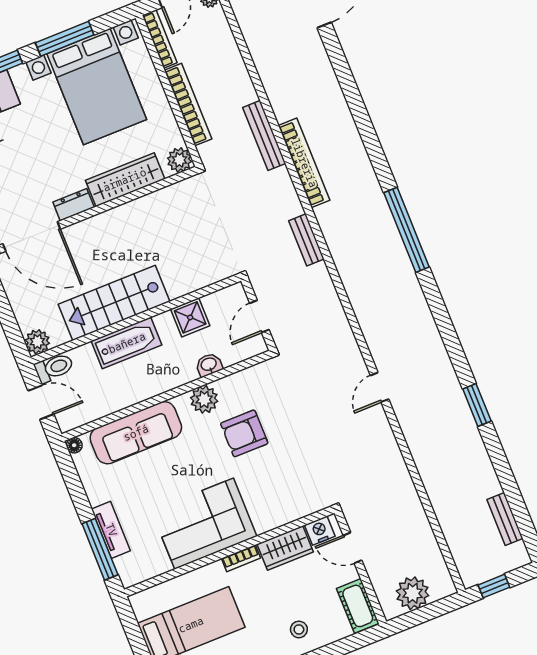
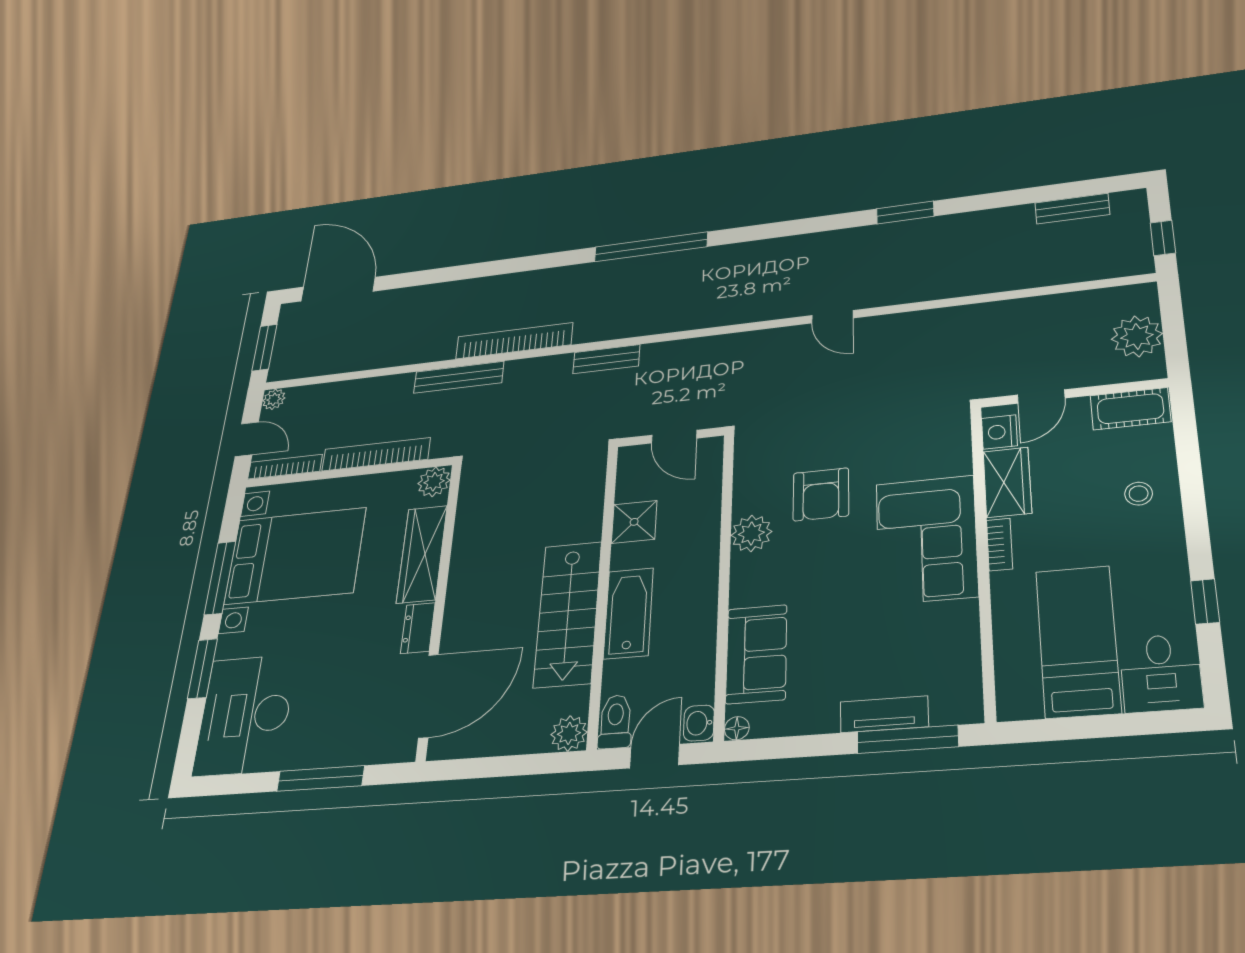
washbasin: (209, 365) -> (699, 723), moved
sofa: (136, 433) -> (756, 654), width x0.73
corner sofa: (204, 524) -> (926, 540), moved

